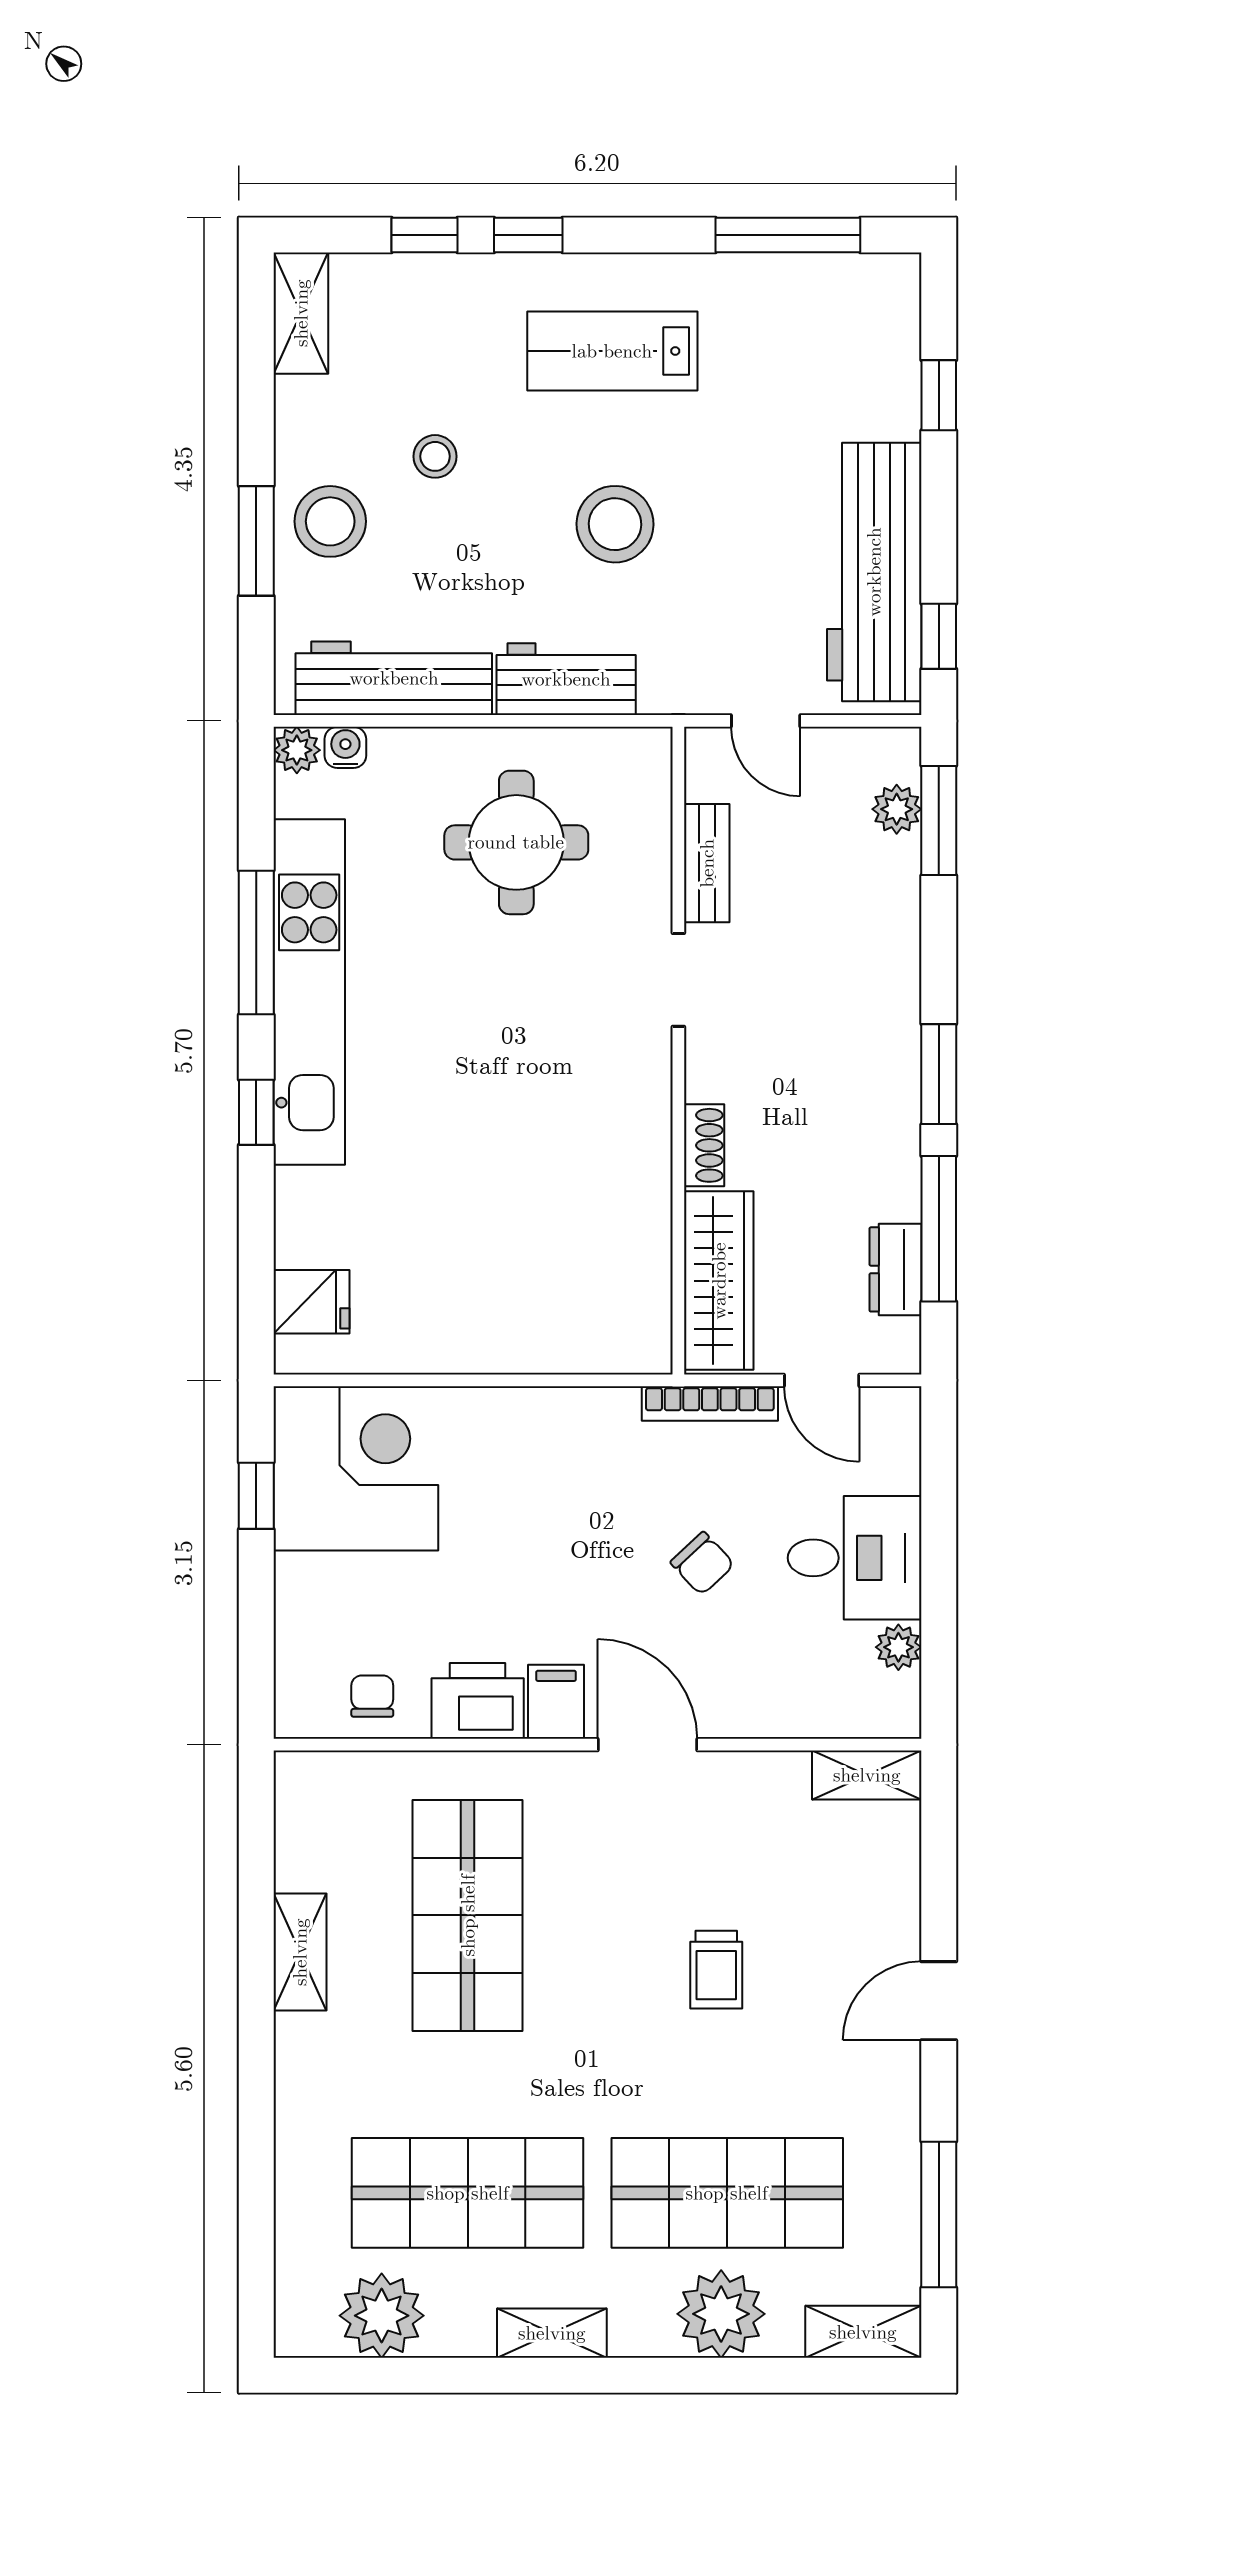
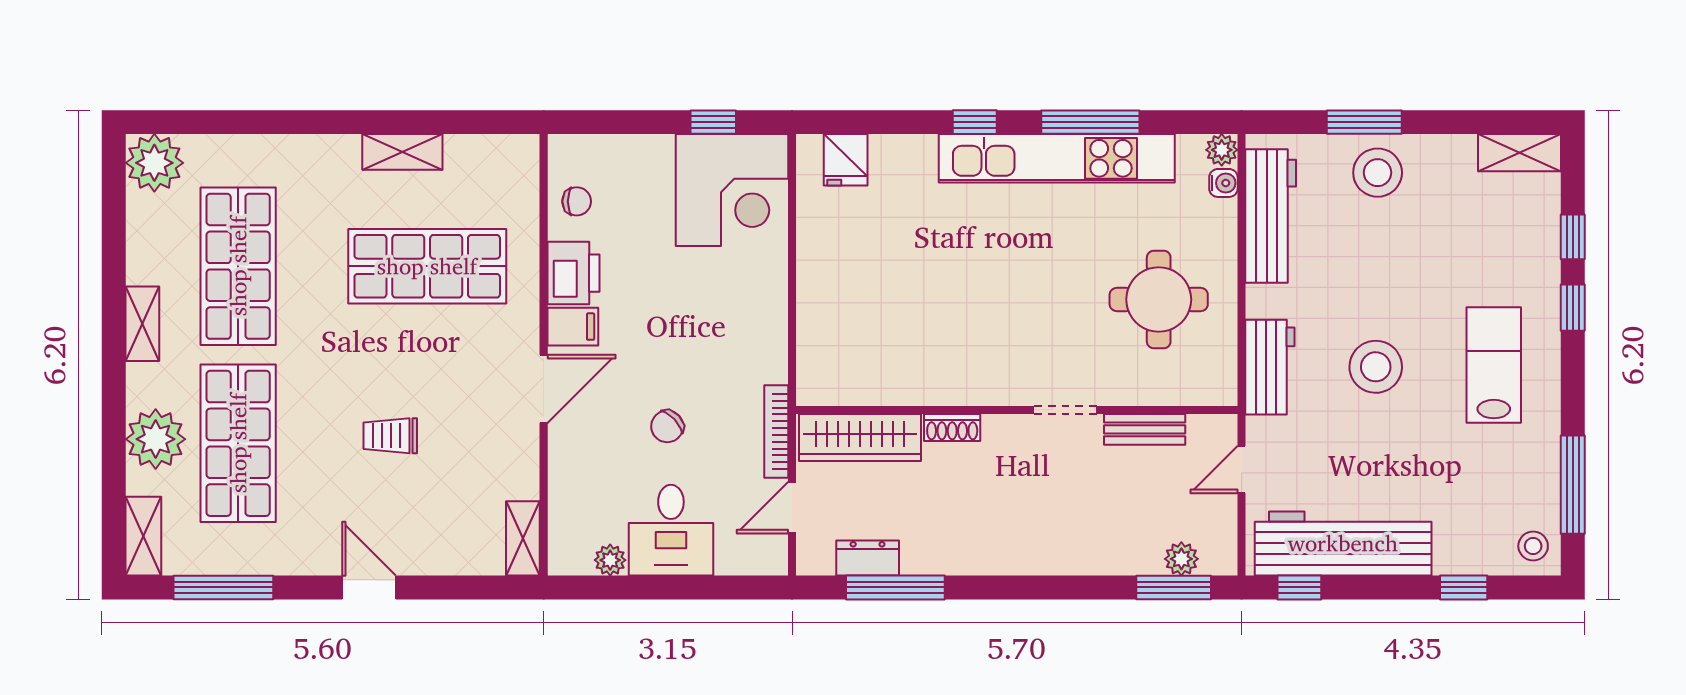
stool: (435, 456) -> (1533, 546), moved
workbench: (566, 679) -> (1270, 367), moved
window: (939, 1074) -> (1001, 587), removed
plant: (382, 2316) -> (154, 163), moved

